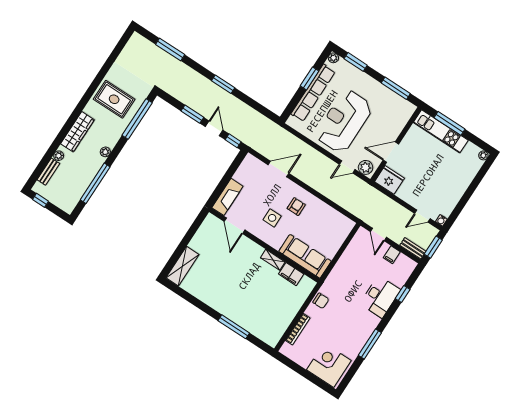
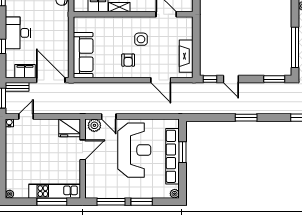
window: (356, 62) -> (142, 202), moved
window: (310, 78) -> (183, 152), moved
window: (192, 114) -> (274, 79), moved
door: (347, 167) -> (109, 117), swing flipped
door: (278, 169) -> (161, 80), hinge flipped
fireplace: (227, 197) -> (186, 56), moved
door: (378, 234) -> (51, 80), width x1.87
filing cabinet: (392, 255) -> (25, 71), width x2.00
sofa: (305, 256) -> (83, 55), moved, turned -90

